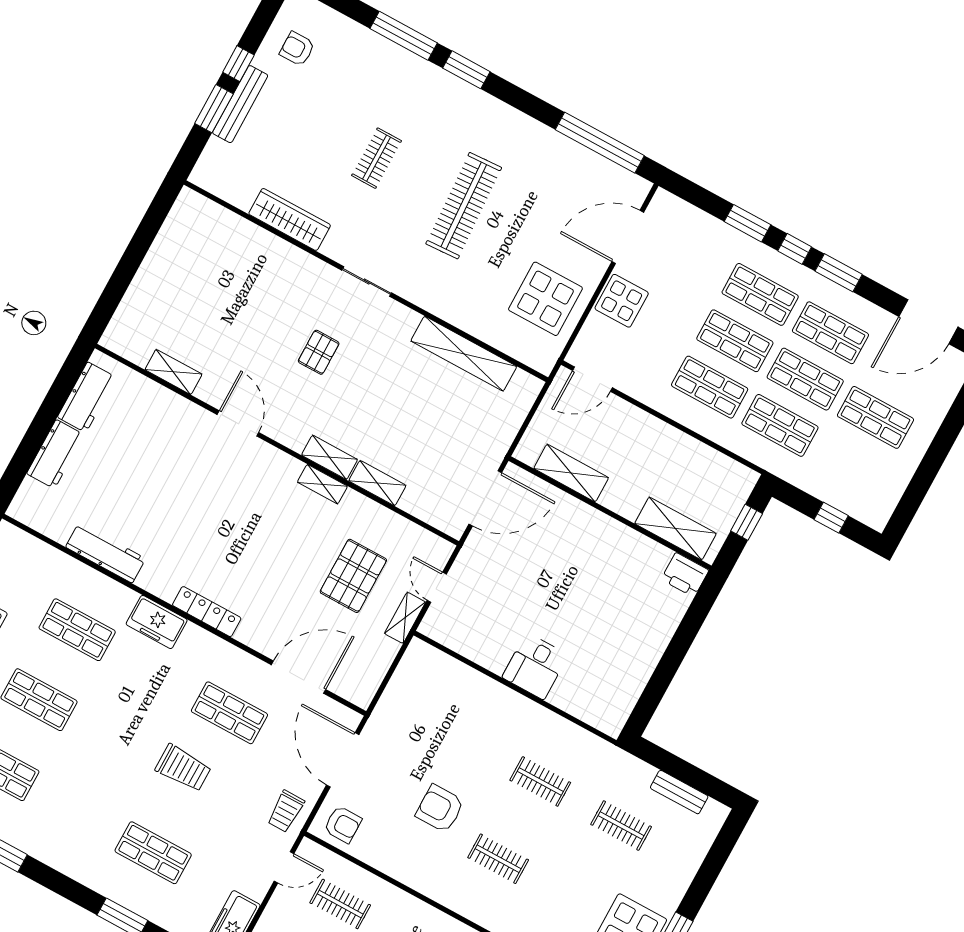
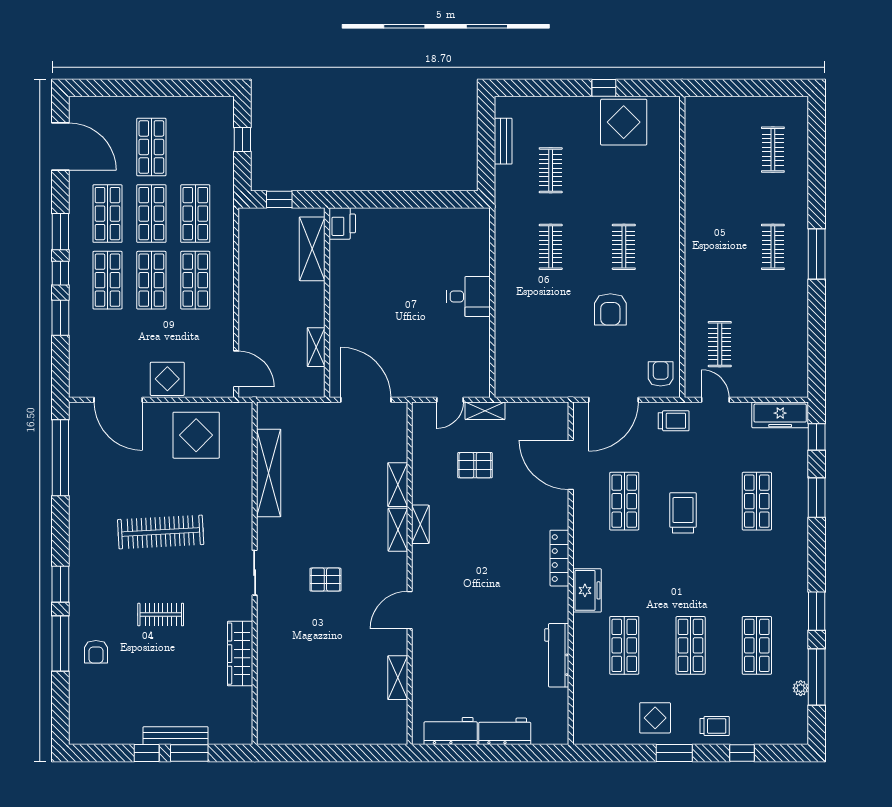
armchair: (297, 49) -> (96, 652), moved
shelving: (571, 473) -> (316, 347), width x0.67, depth x0.75
pallet: (353, 576) -> (475, 465), width x0.67, depth x0.71

